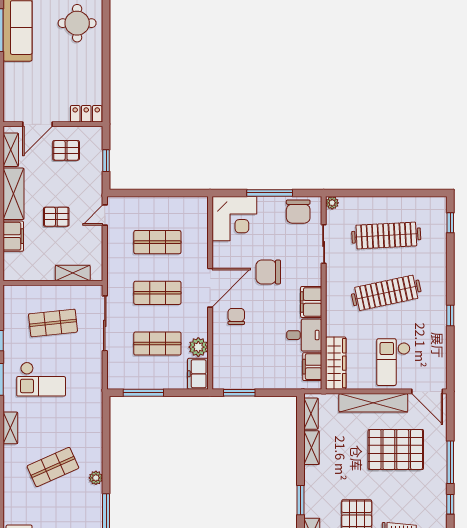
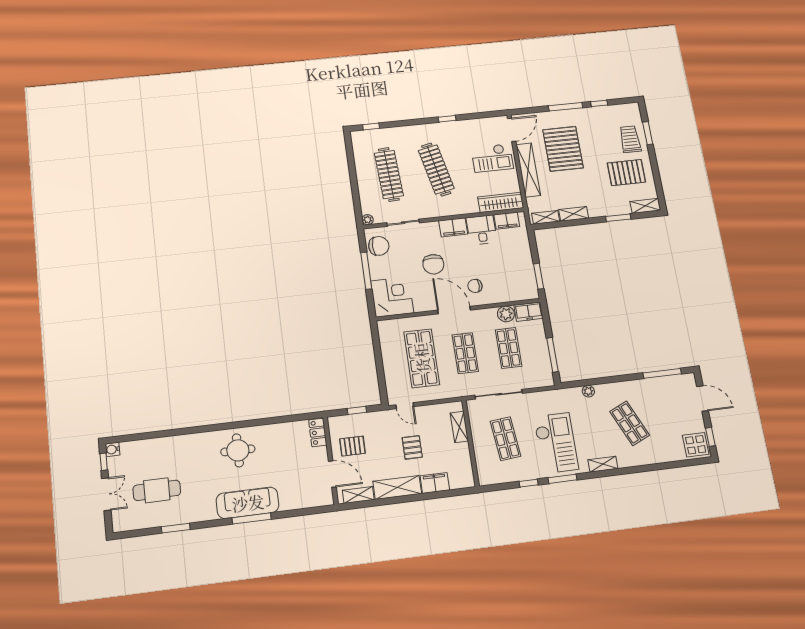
pallet: (66, 150) -> (352, 446), turned 90
shop shelf: (157, 242) -> (422, 358), width x1.43, depth x1.36
checkout: (41, 379) -> (556, 443), width x1.36, depth x1.21
plant: (96, 478) -> (588, 391), moved

